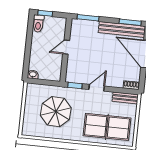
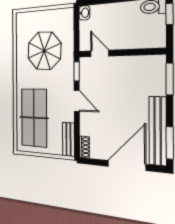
door: (66, 47) -> (100, 53), moved

